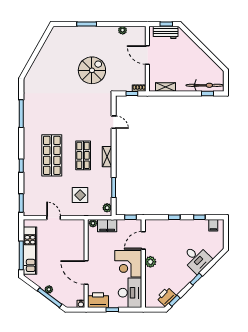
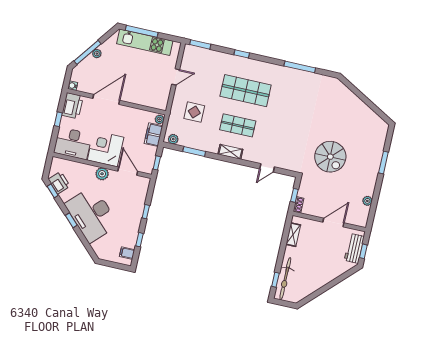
desk: (197, 259) -> (92, 214), width x1.87, depth x1.30

